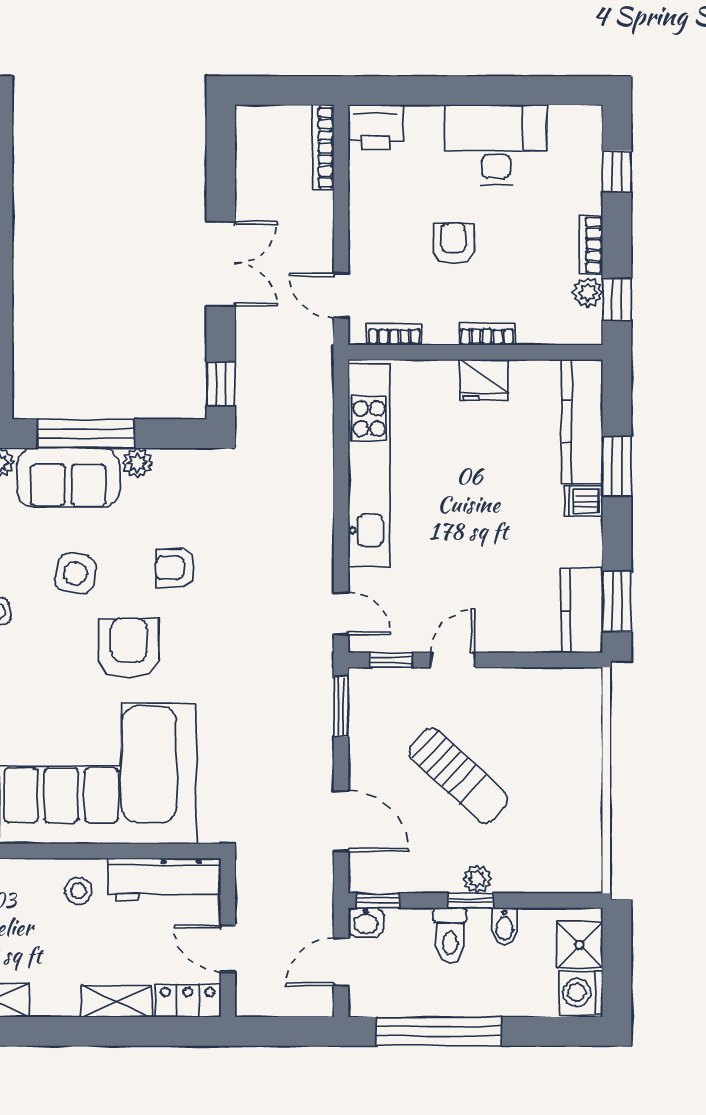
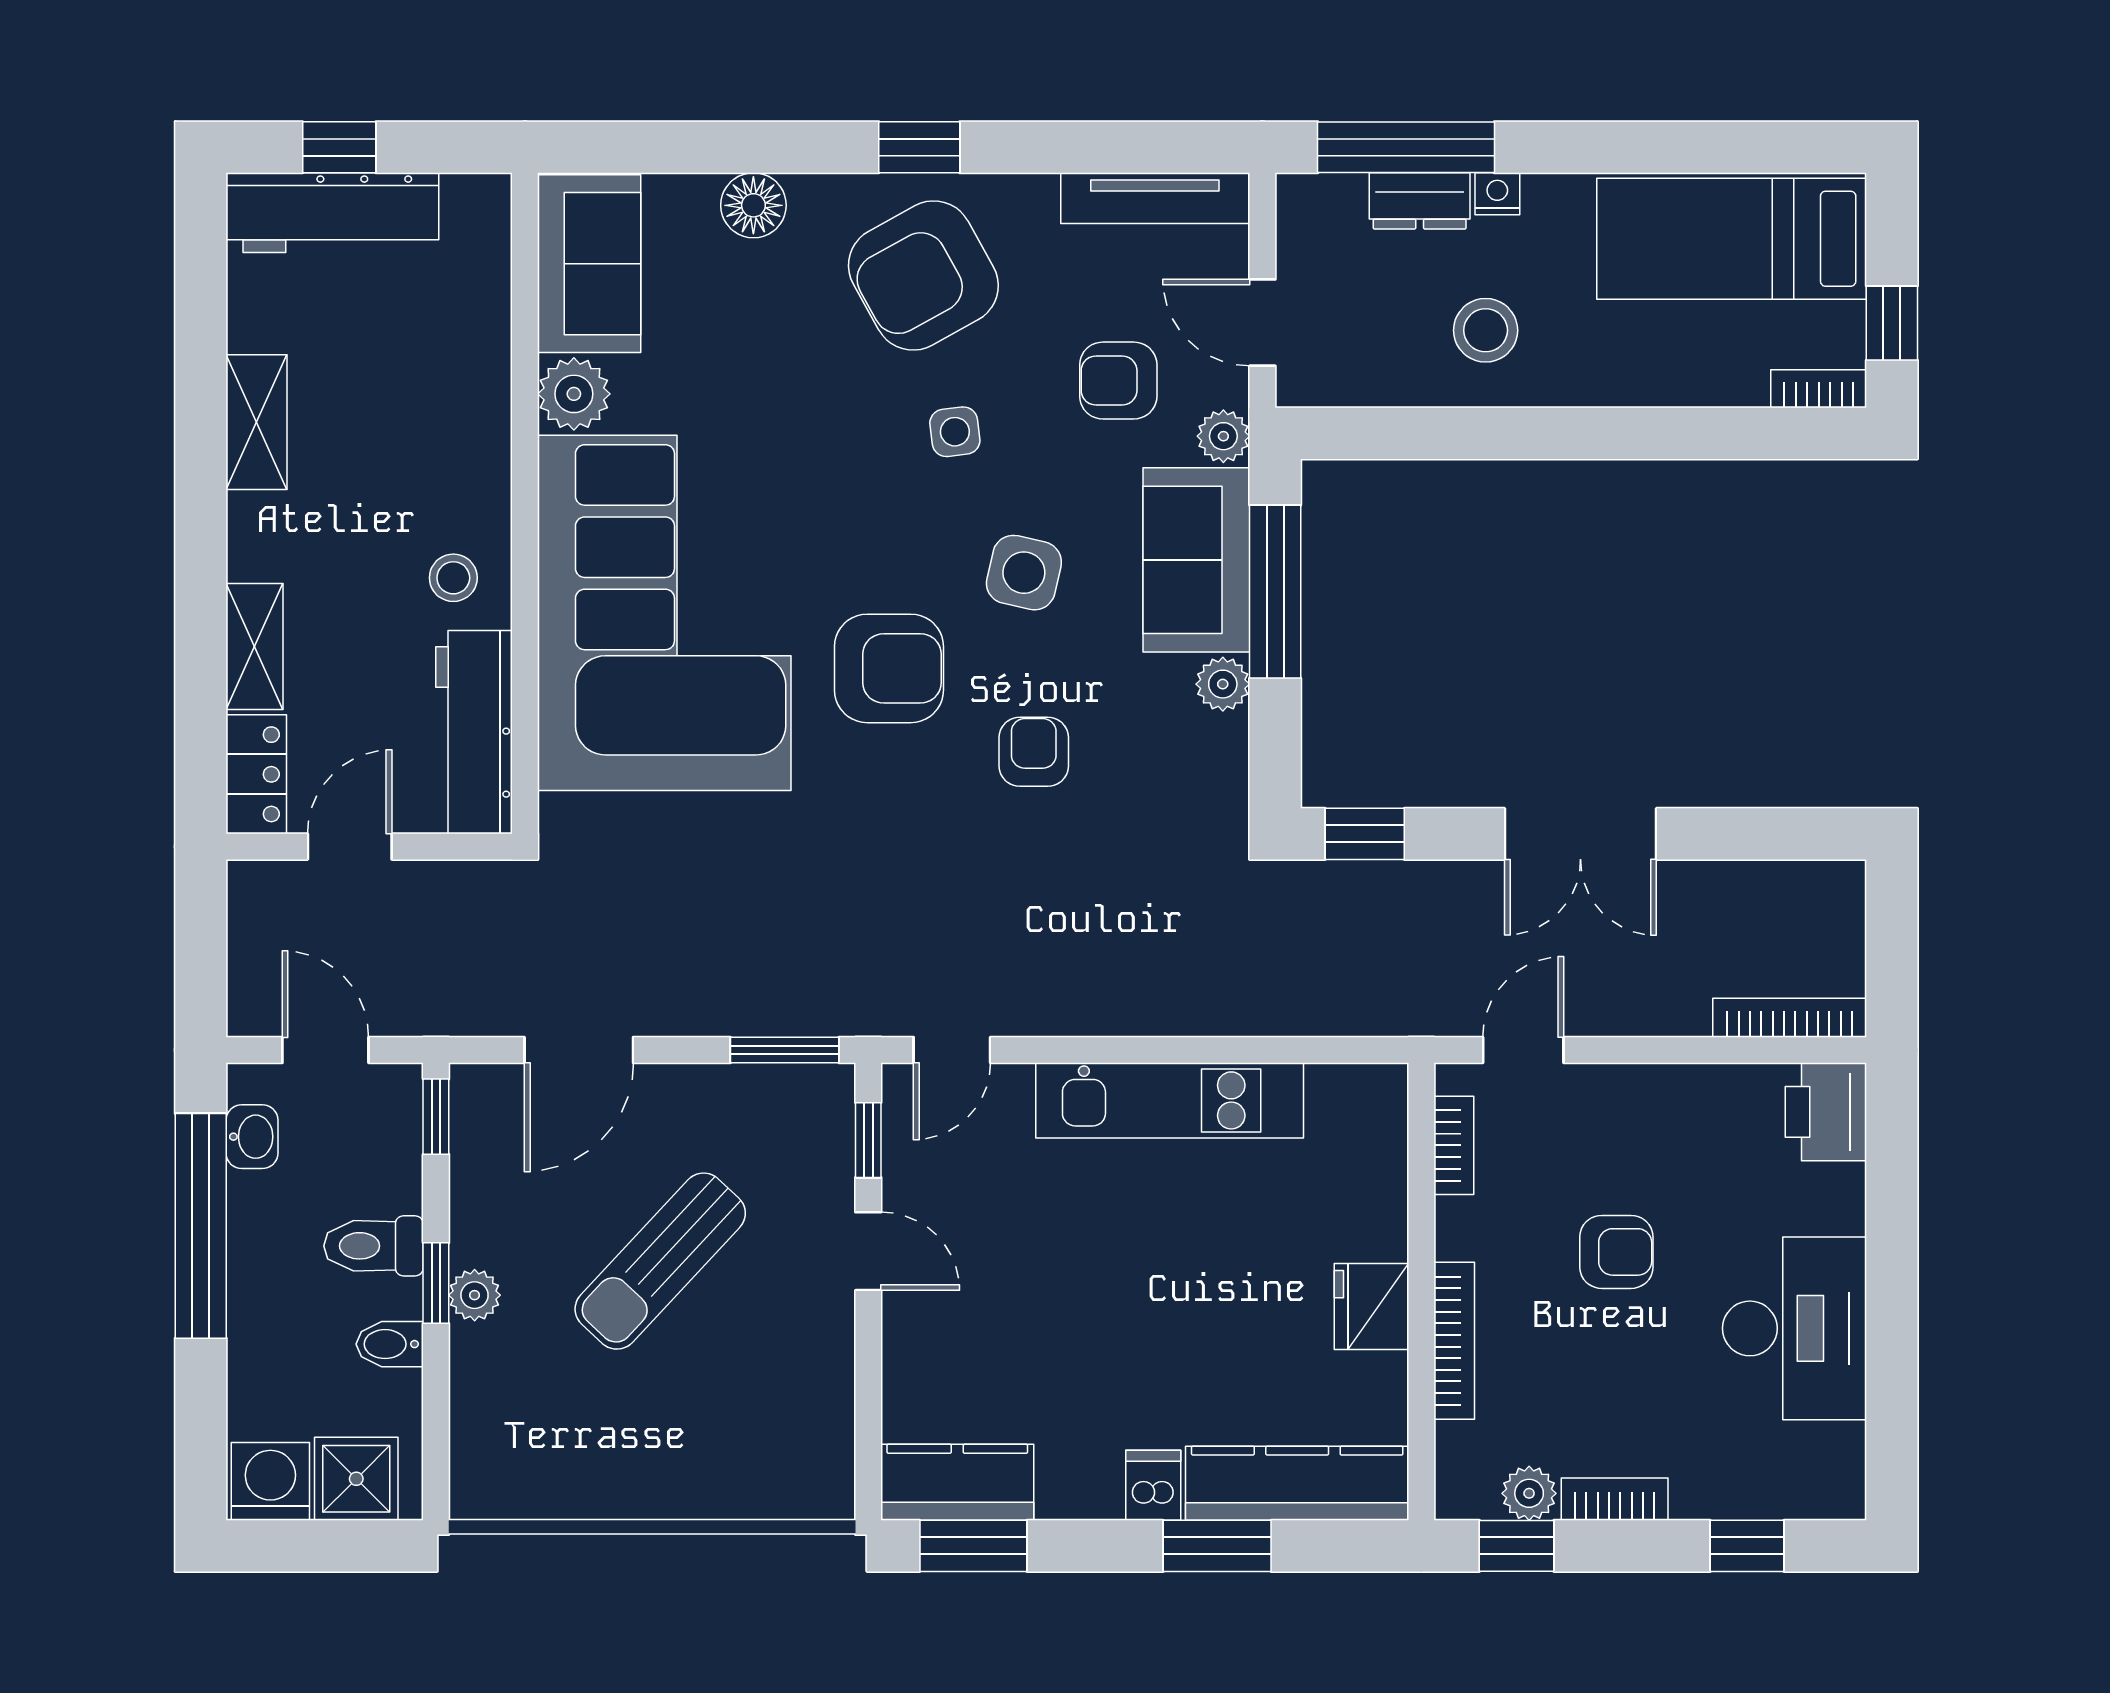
bookcase: (487, 334) -> (1454, 1341), width x1.56
kitchen unit: (369, 465) -> (1170, 1100), width x0.73
washbasin: (366, 922) -> (252, 1137), moved, turned 180

